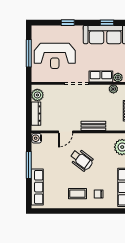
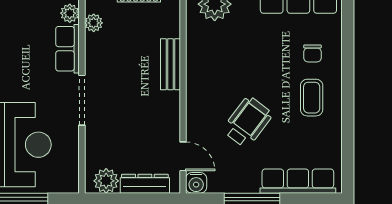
door: (66, 132) -> (183, 156), moved
wheelchair: (81, 160) -> (247, 122), moved

